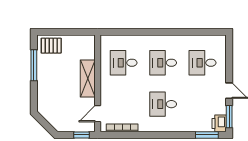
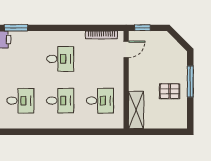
pallet: (51, 46) -> (170, 91), moved
window: (34, 65) -> (190, 81), moved
shelving: (88, 79) -> (136, 110), moved

